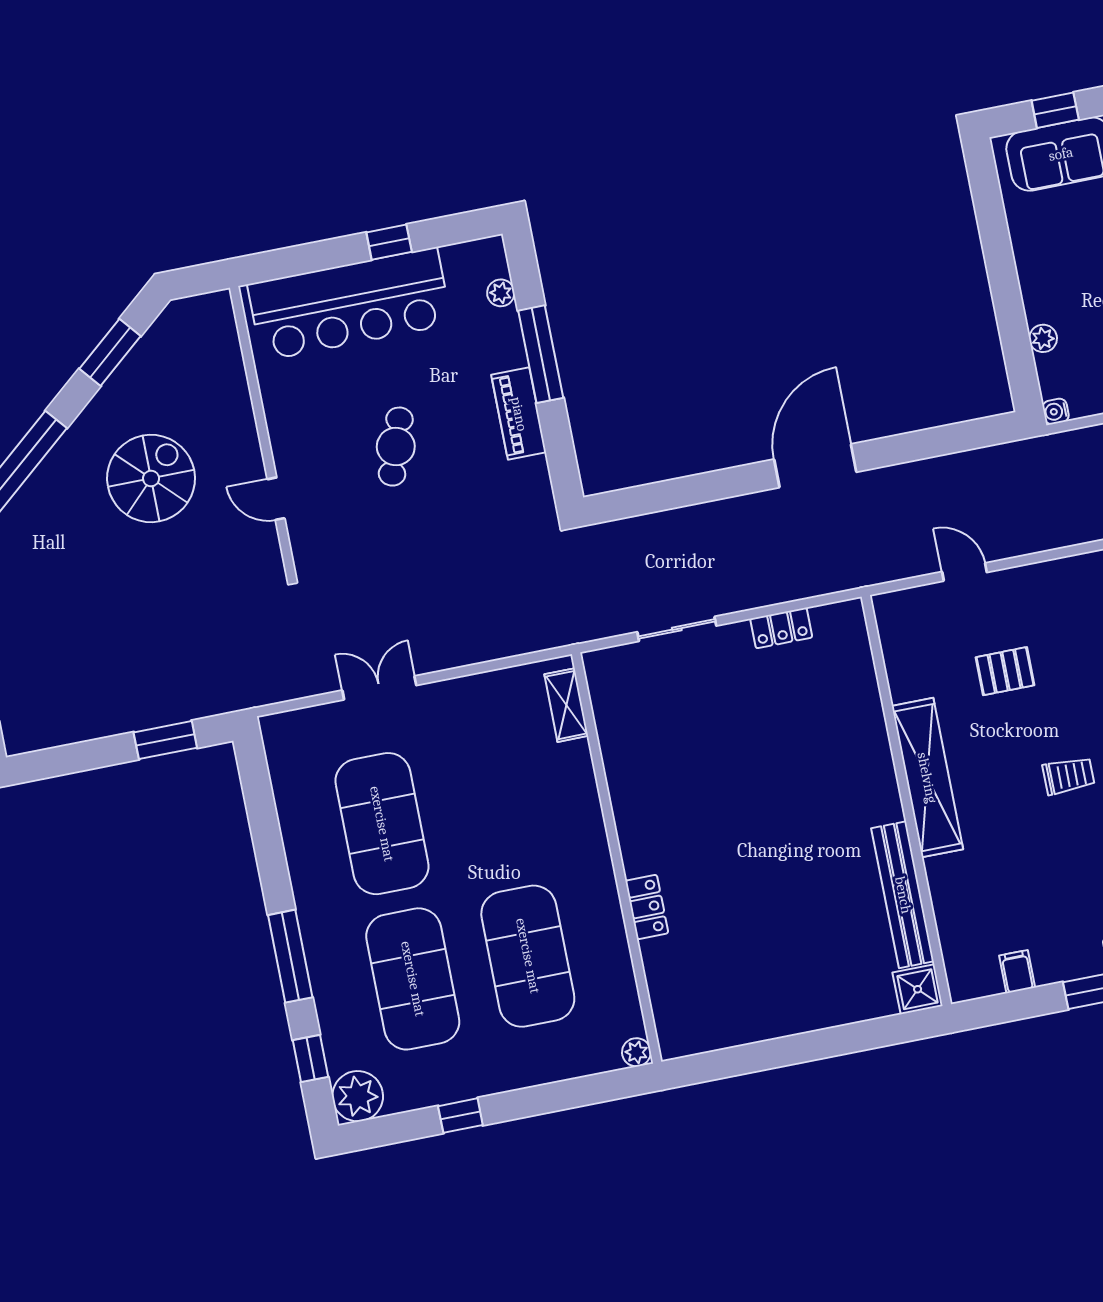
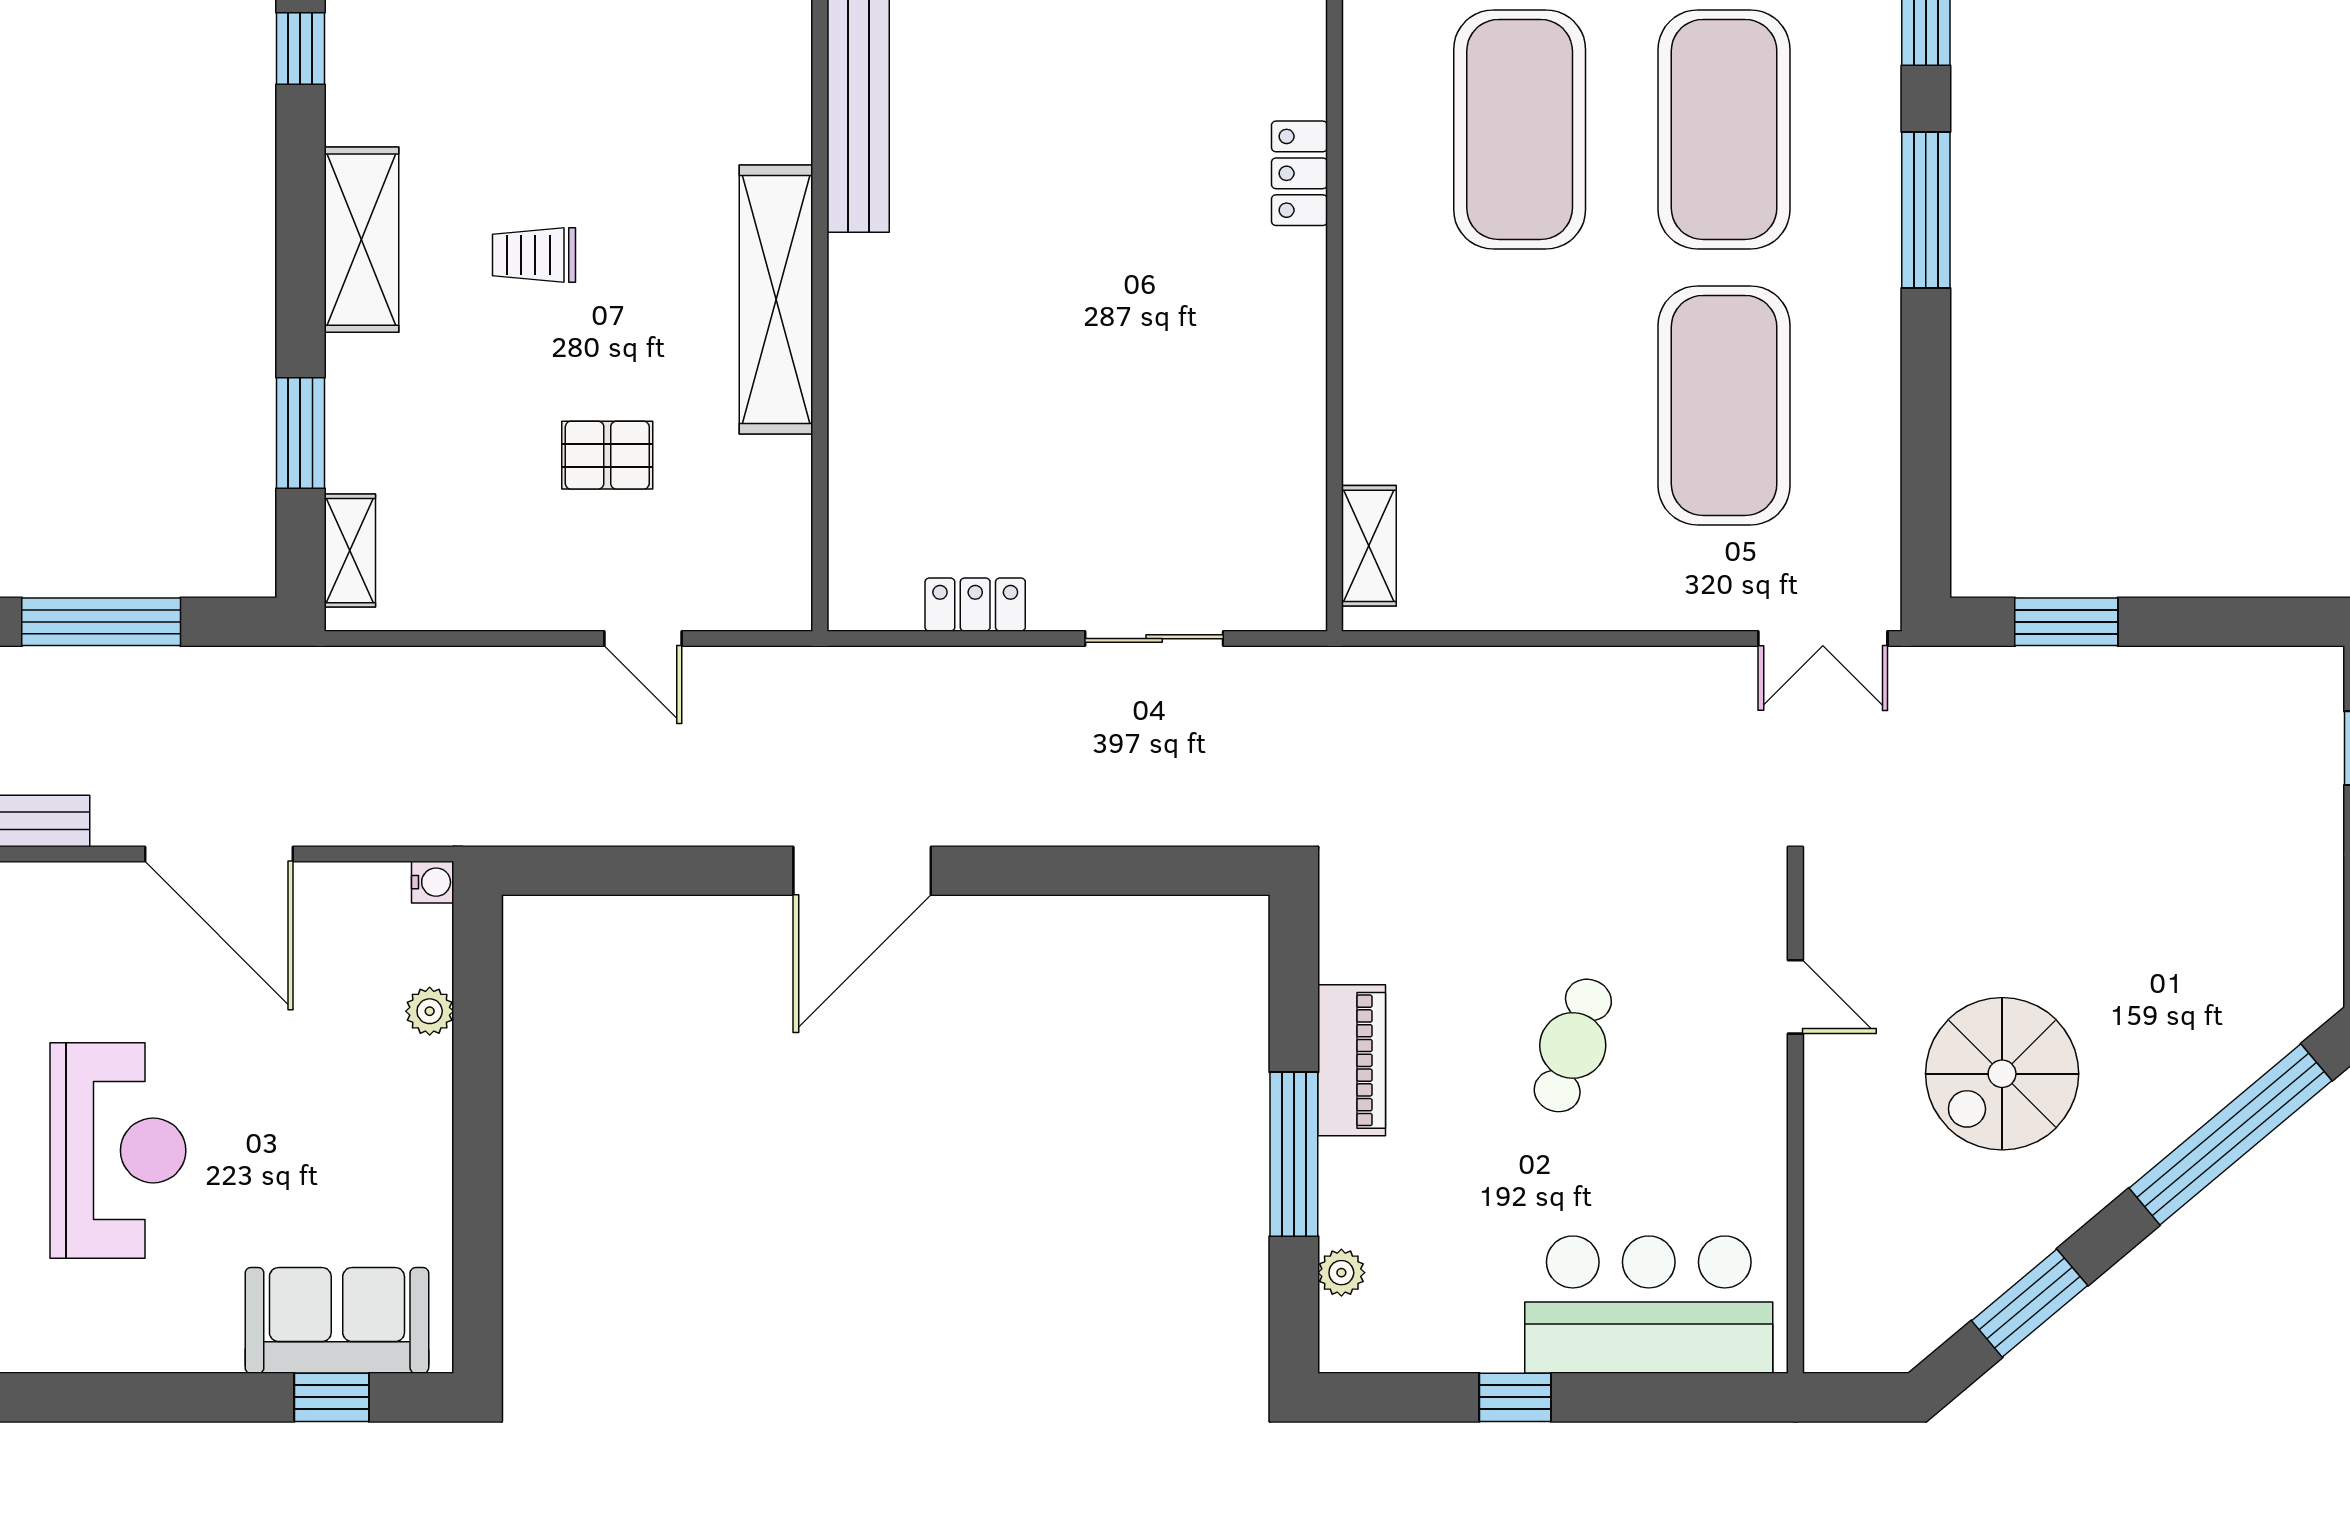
bar counter: (350, 304) -> (1649, 1305), width x0.73
double door: (379, 688) -> (1823, 639), moved

